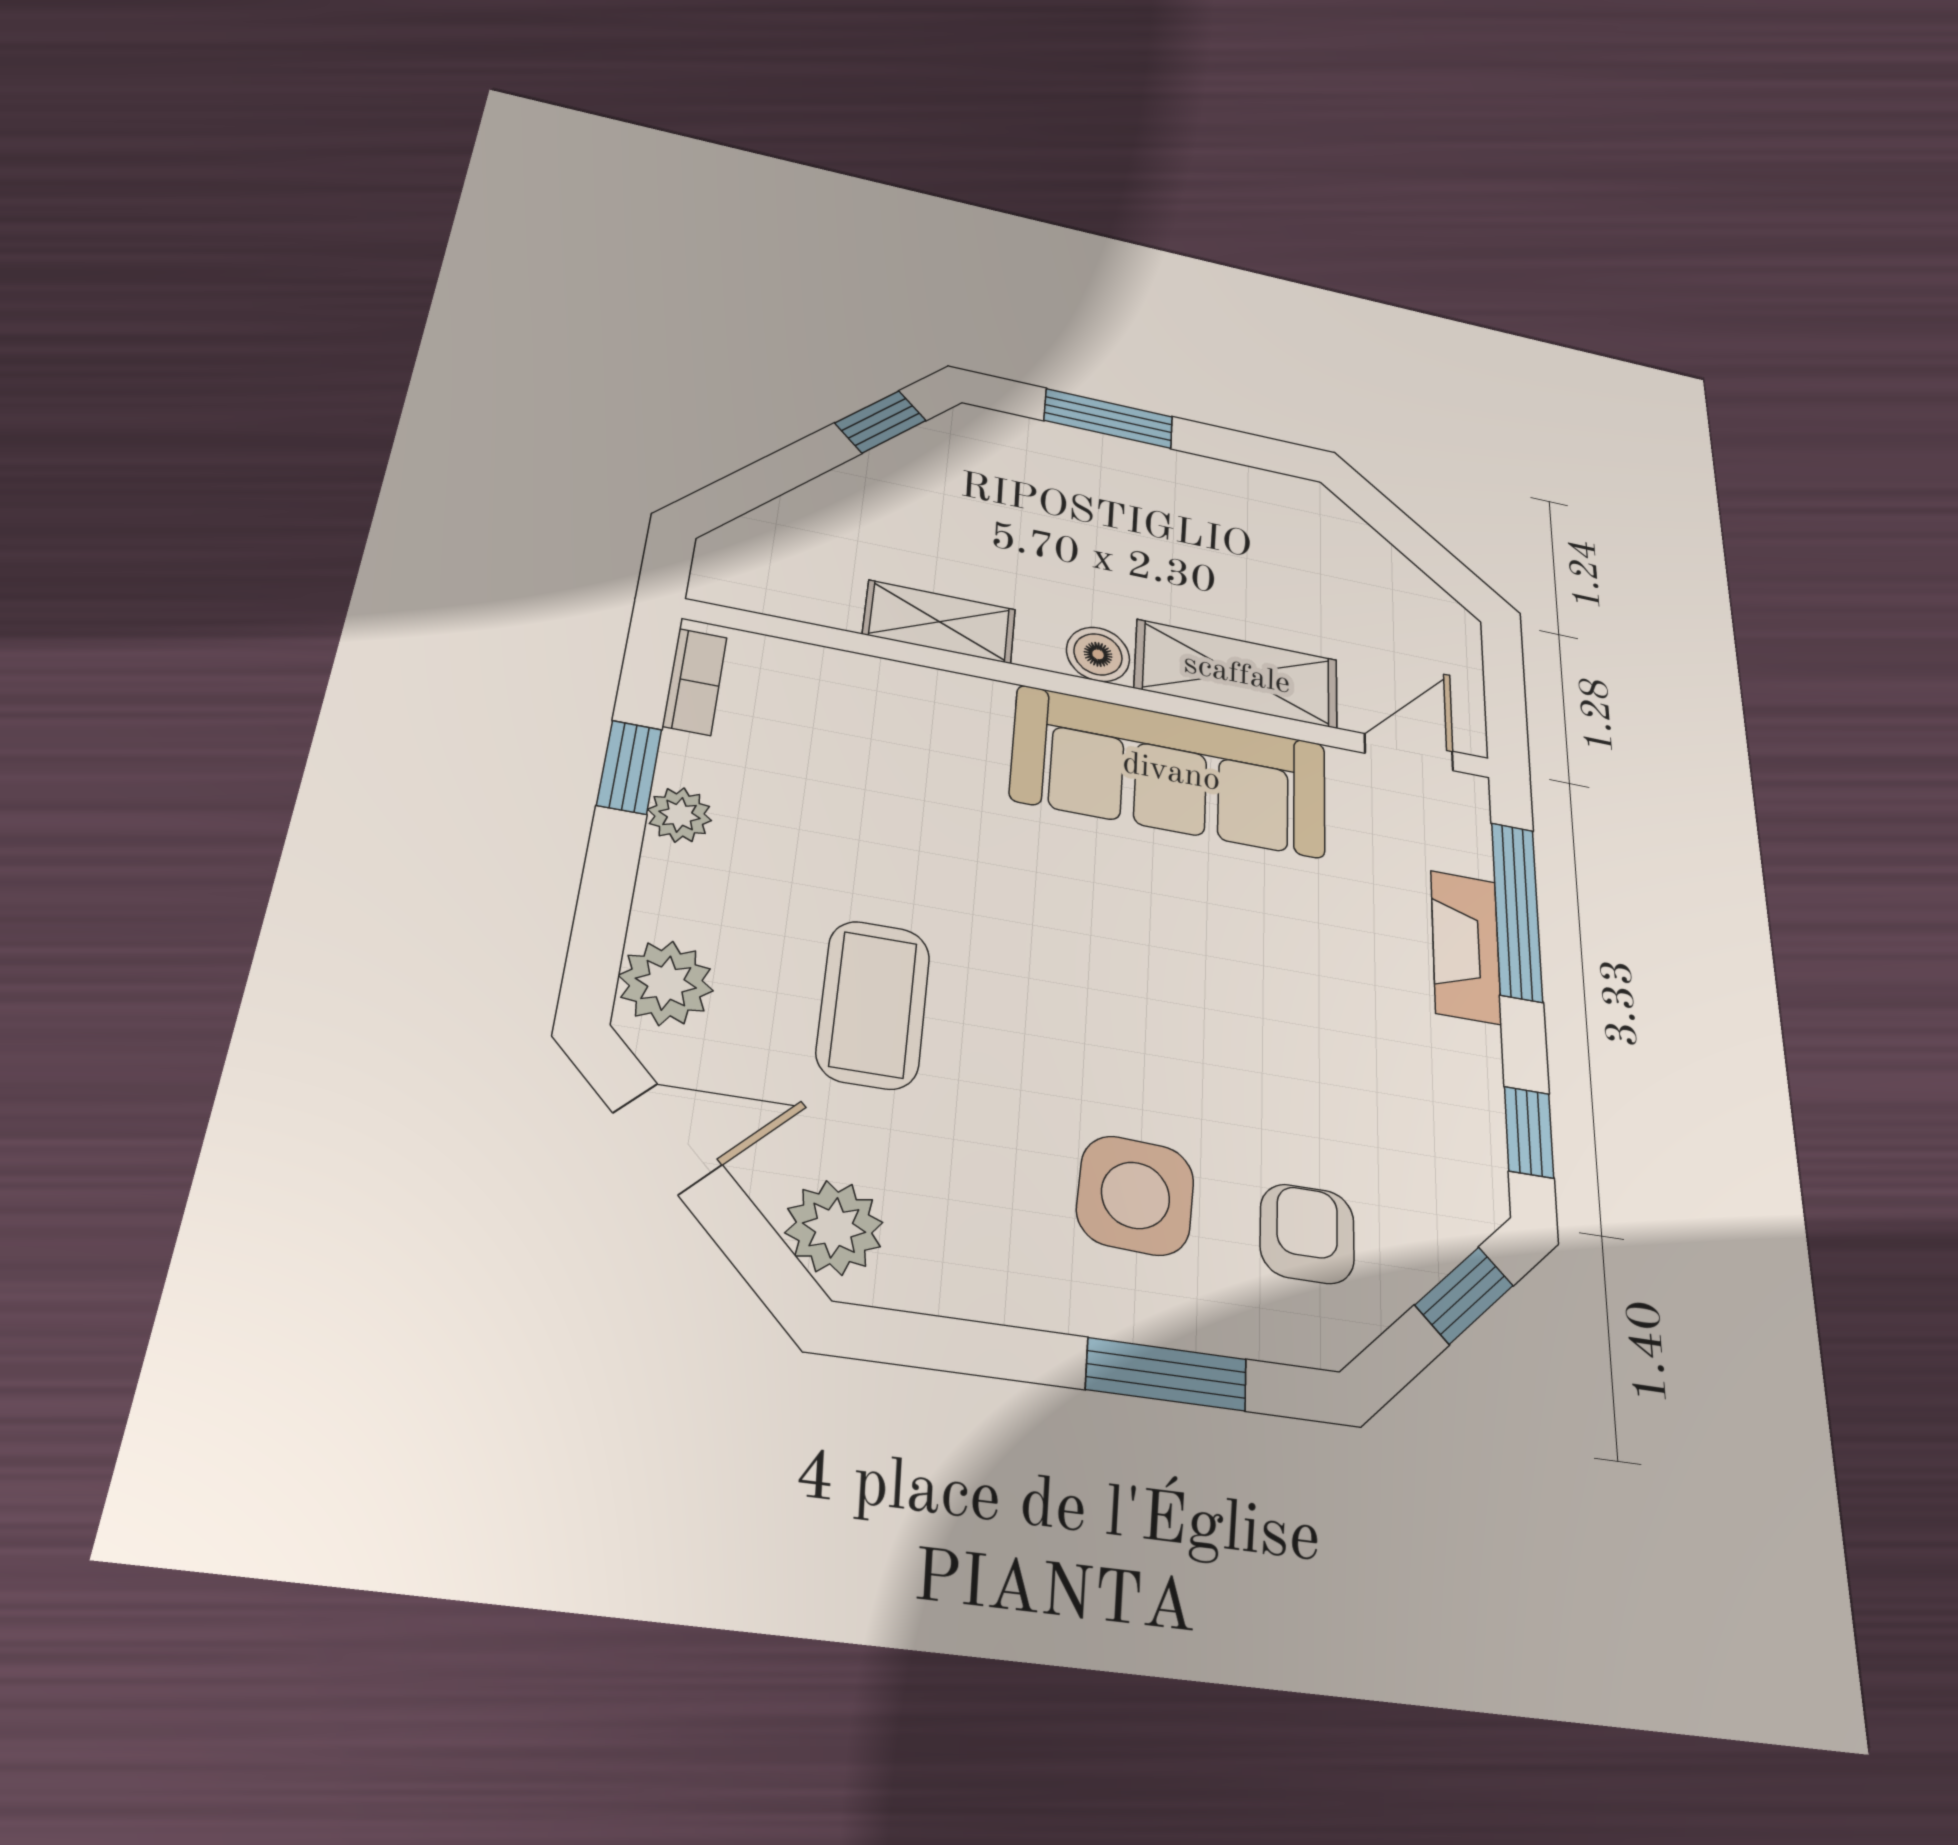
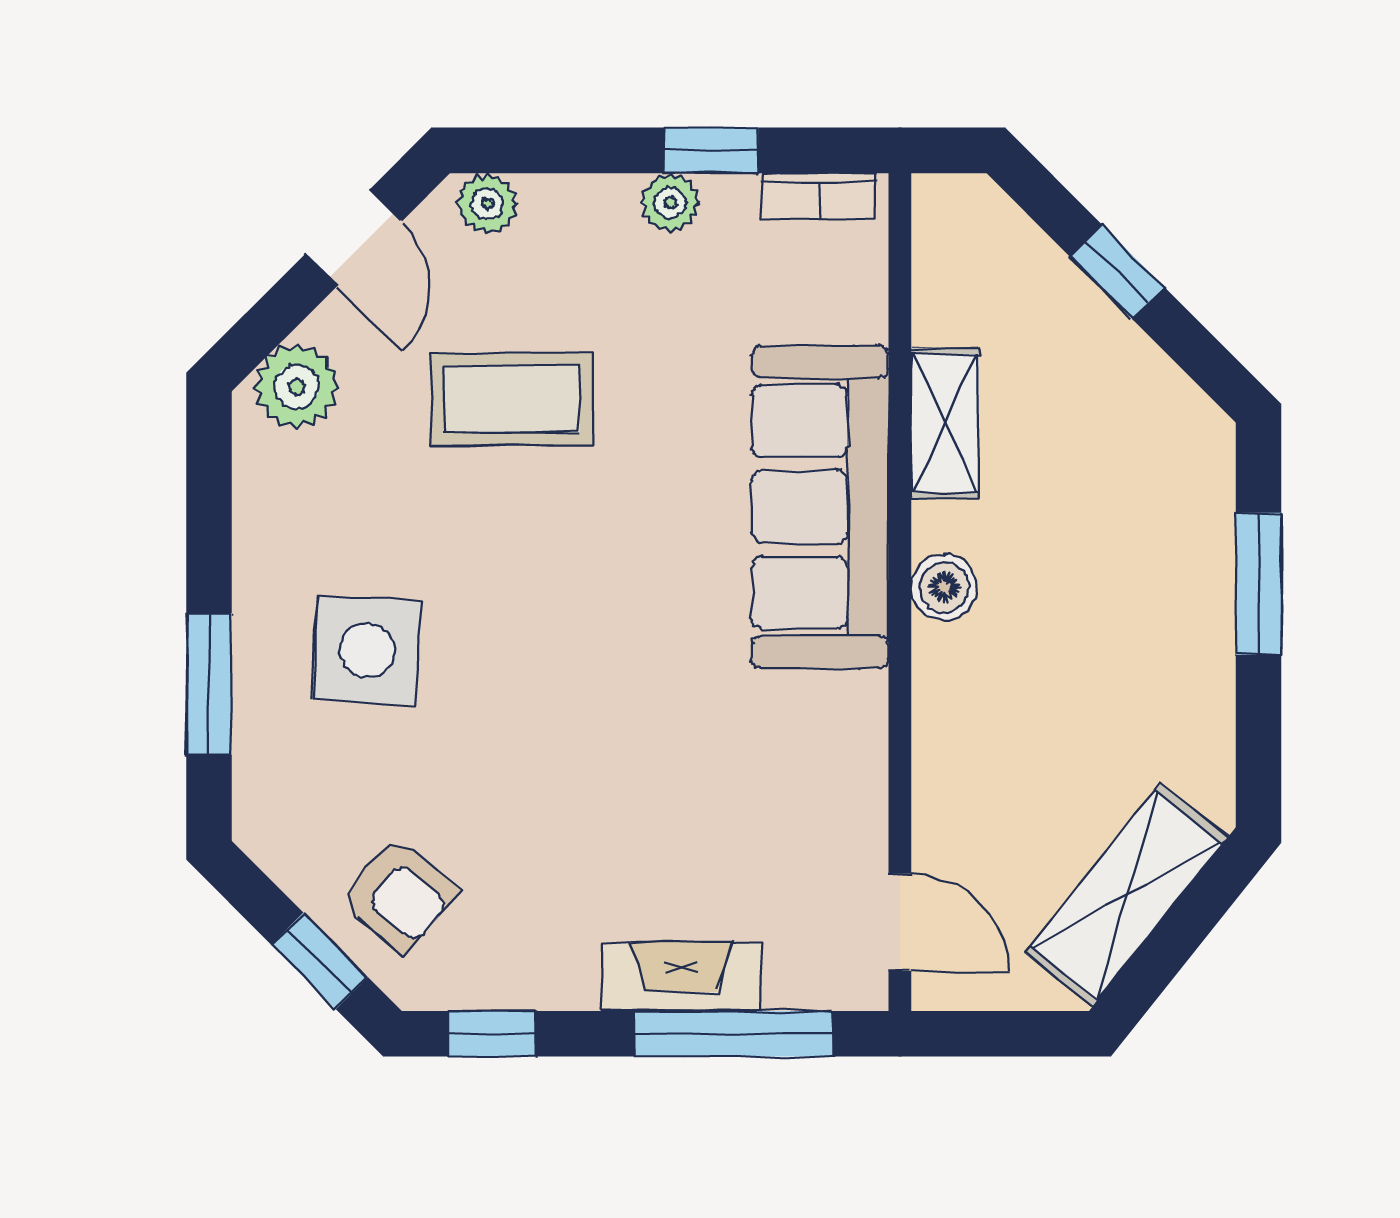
window: (881, 422) -> (1117, 272), moved
shelving: (1237, 674) -> (1127, 895), moved, turned 39
sofa: (1171, 772) -> (820, 507), moved
plant: (666, 983) -> (487, 204), width x0.73, depth x0.73
armchair: (1307, 1234) -> (398, 895), moved, turned 41

